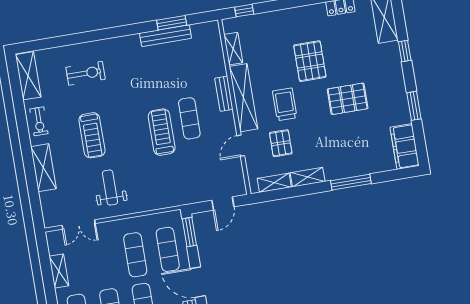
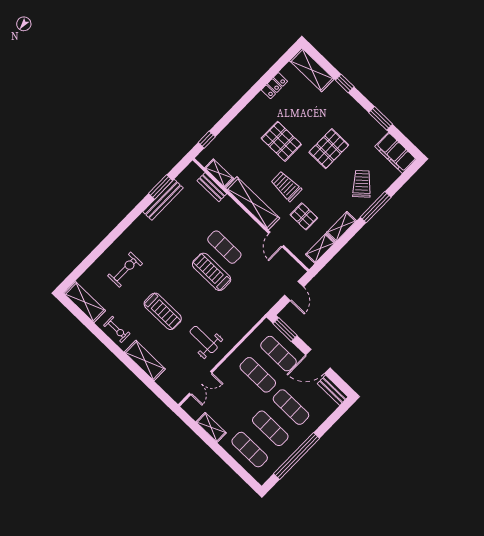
bench: (224, 94) -> (212, 187), moved
trolley: (354, 152) -> (362, 184), added

